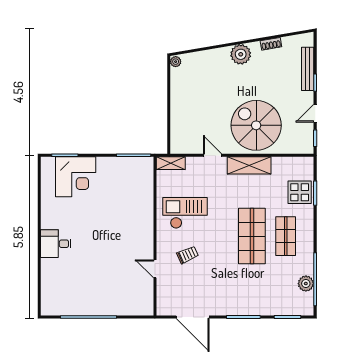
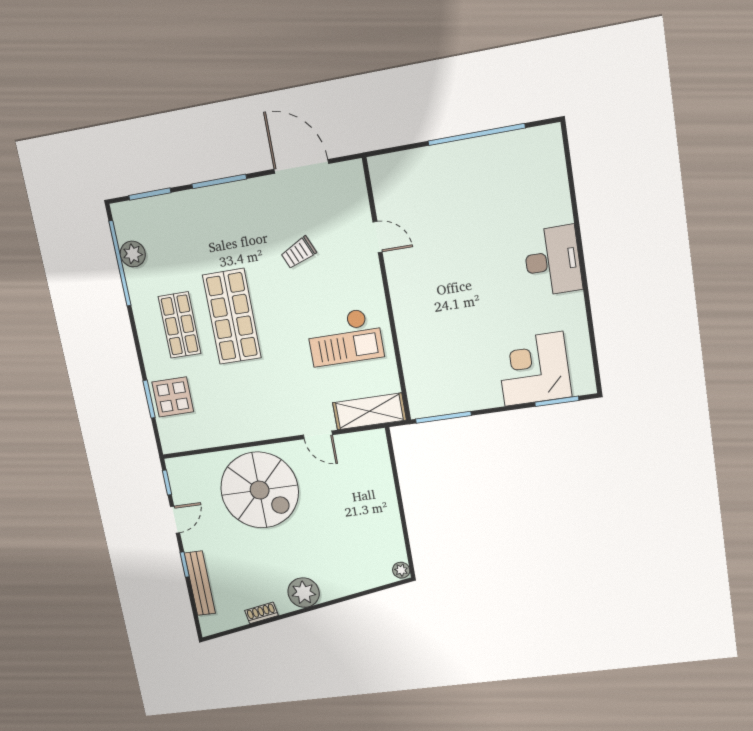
shelving: (171, 163) -> (369, 411), width x1.50, depth x1.33
shelving: (249, 165) -> (258, 427), removed
desk: (56, 244) -> (553, 261), width x1.37
trolley: (188, 255) -> (299, 253), moved

